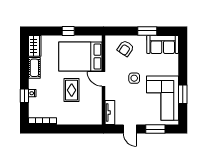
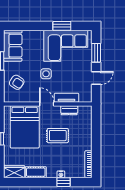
door: (104, 79) -> (47, 104), swing flipped
dresser: (97, 102) -> (69, 110), added
tv unit: (110, 112) -> (67, 98), moved

